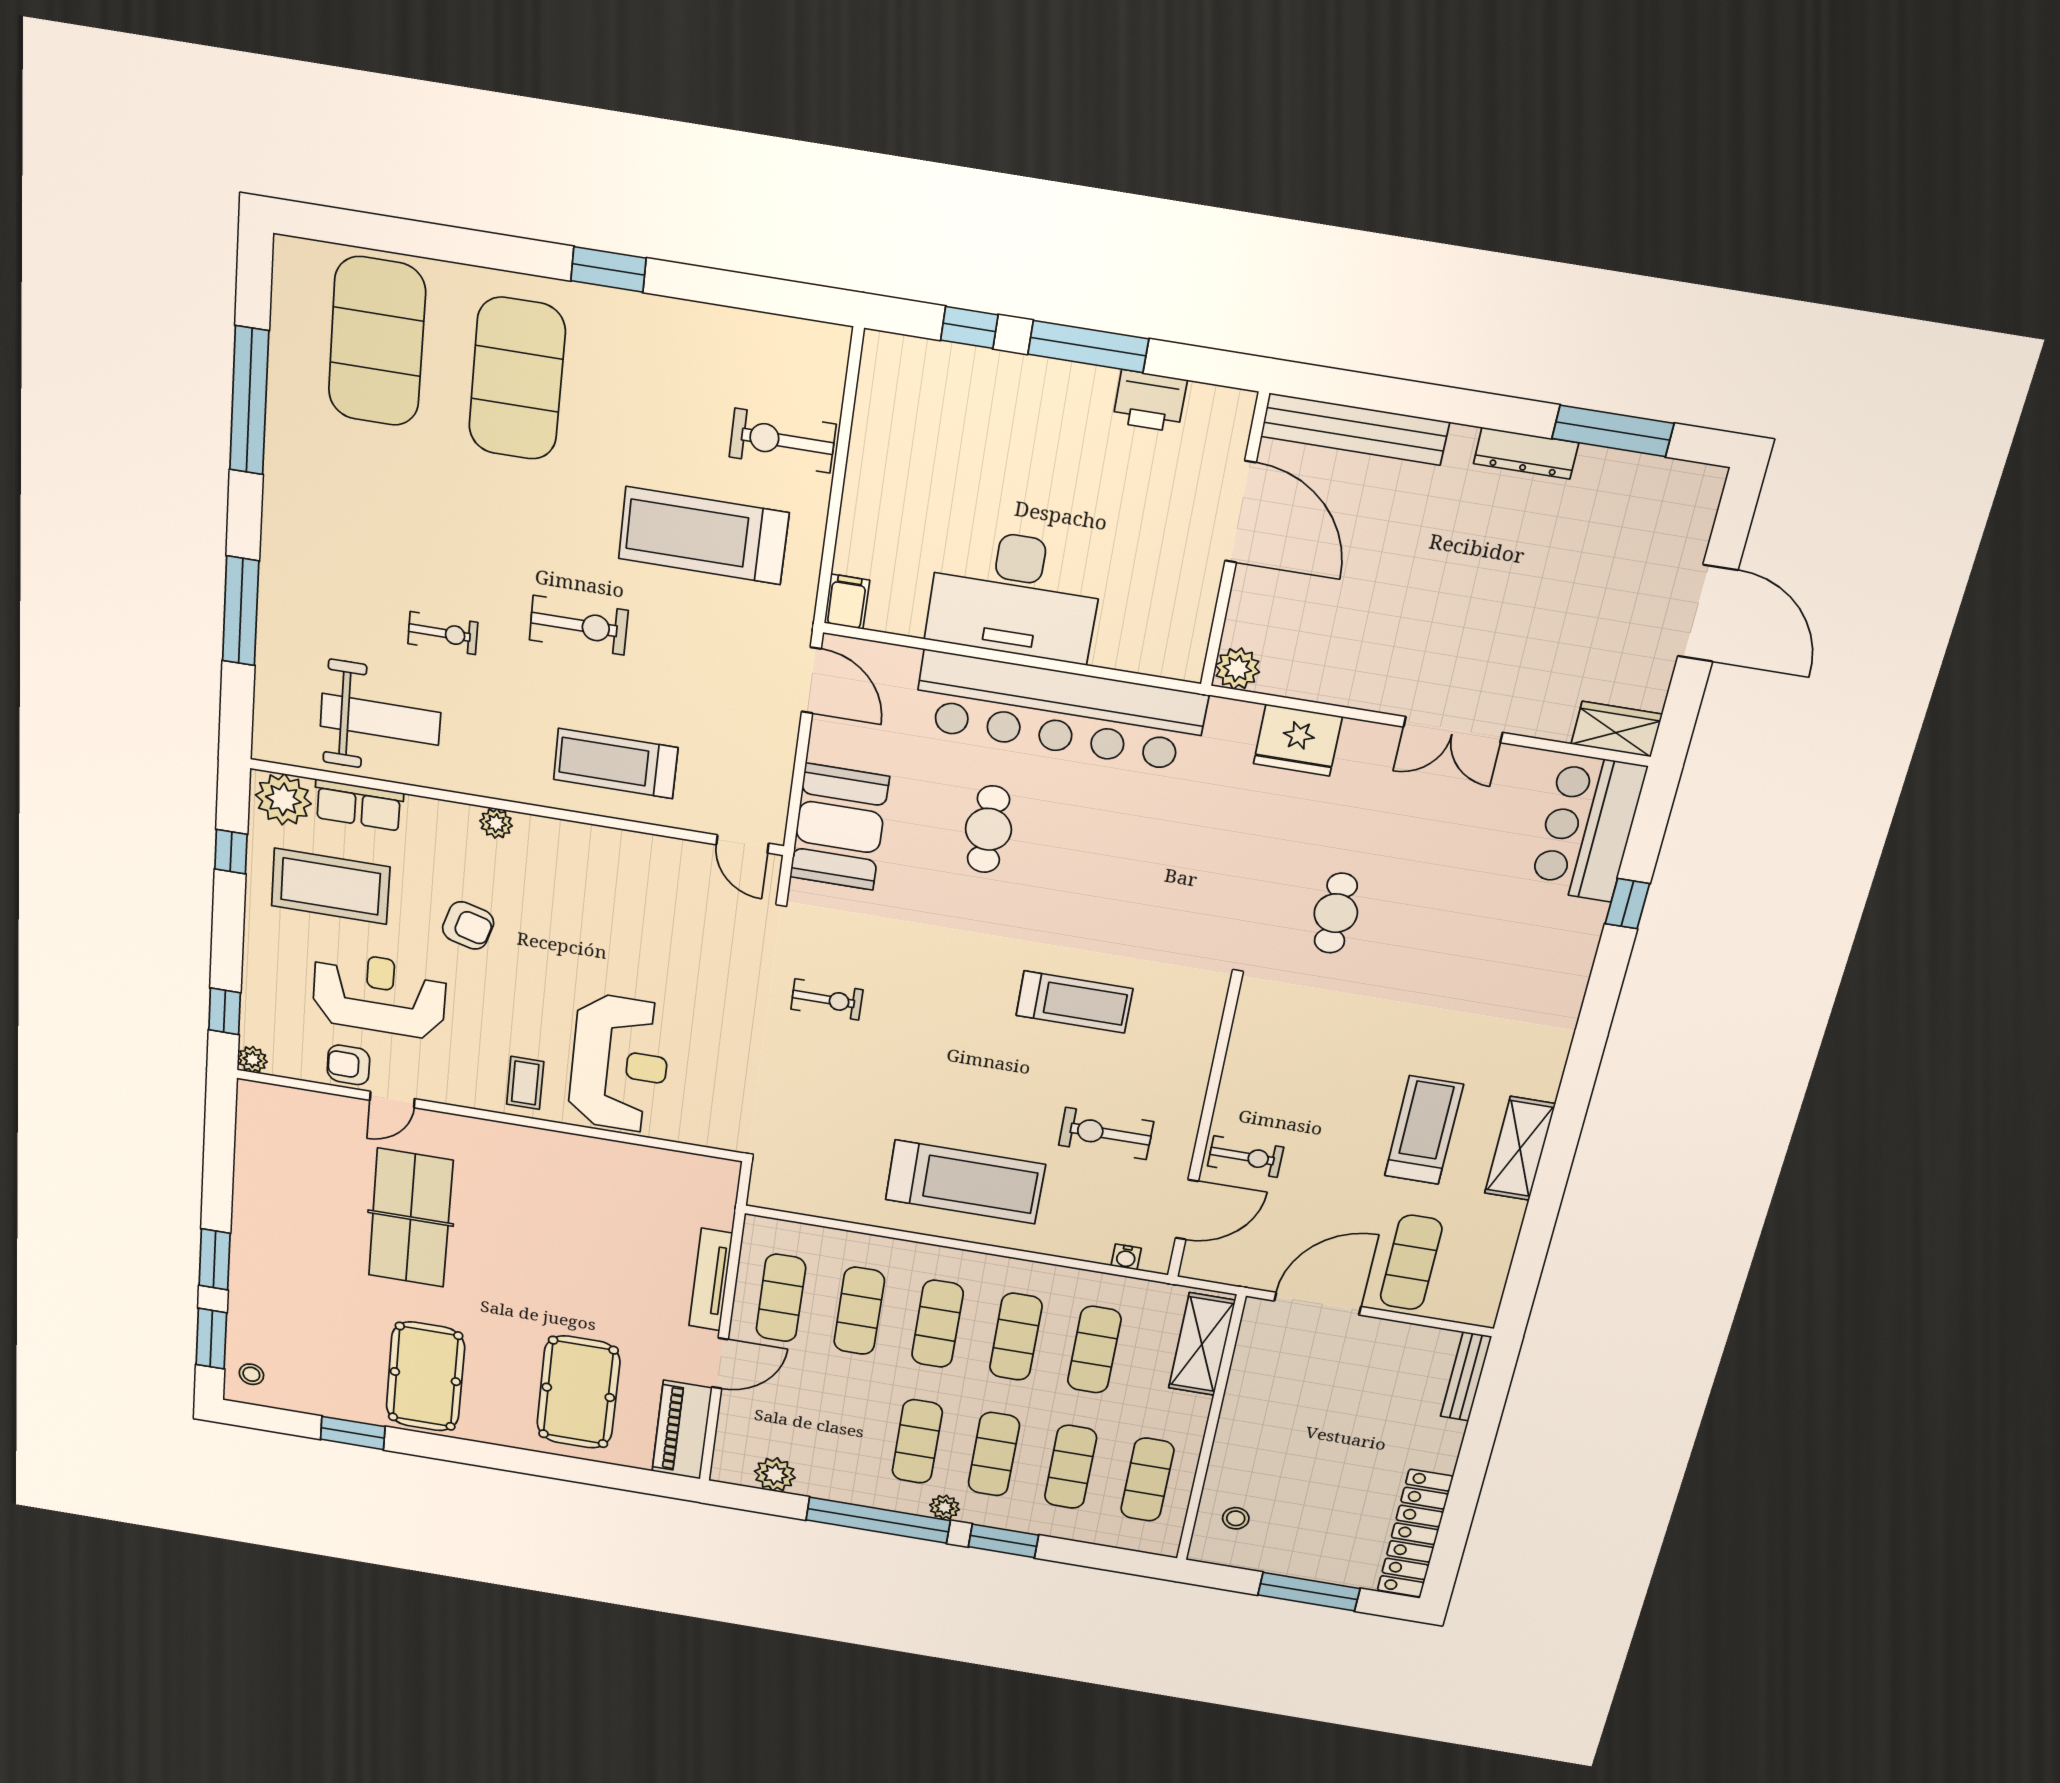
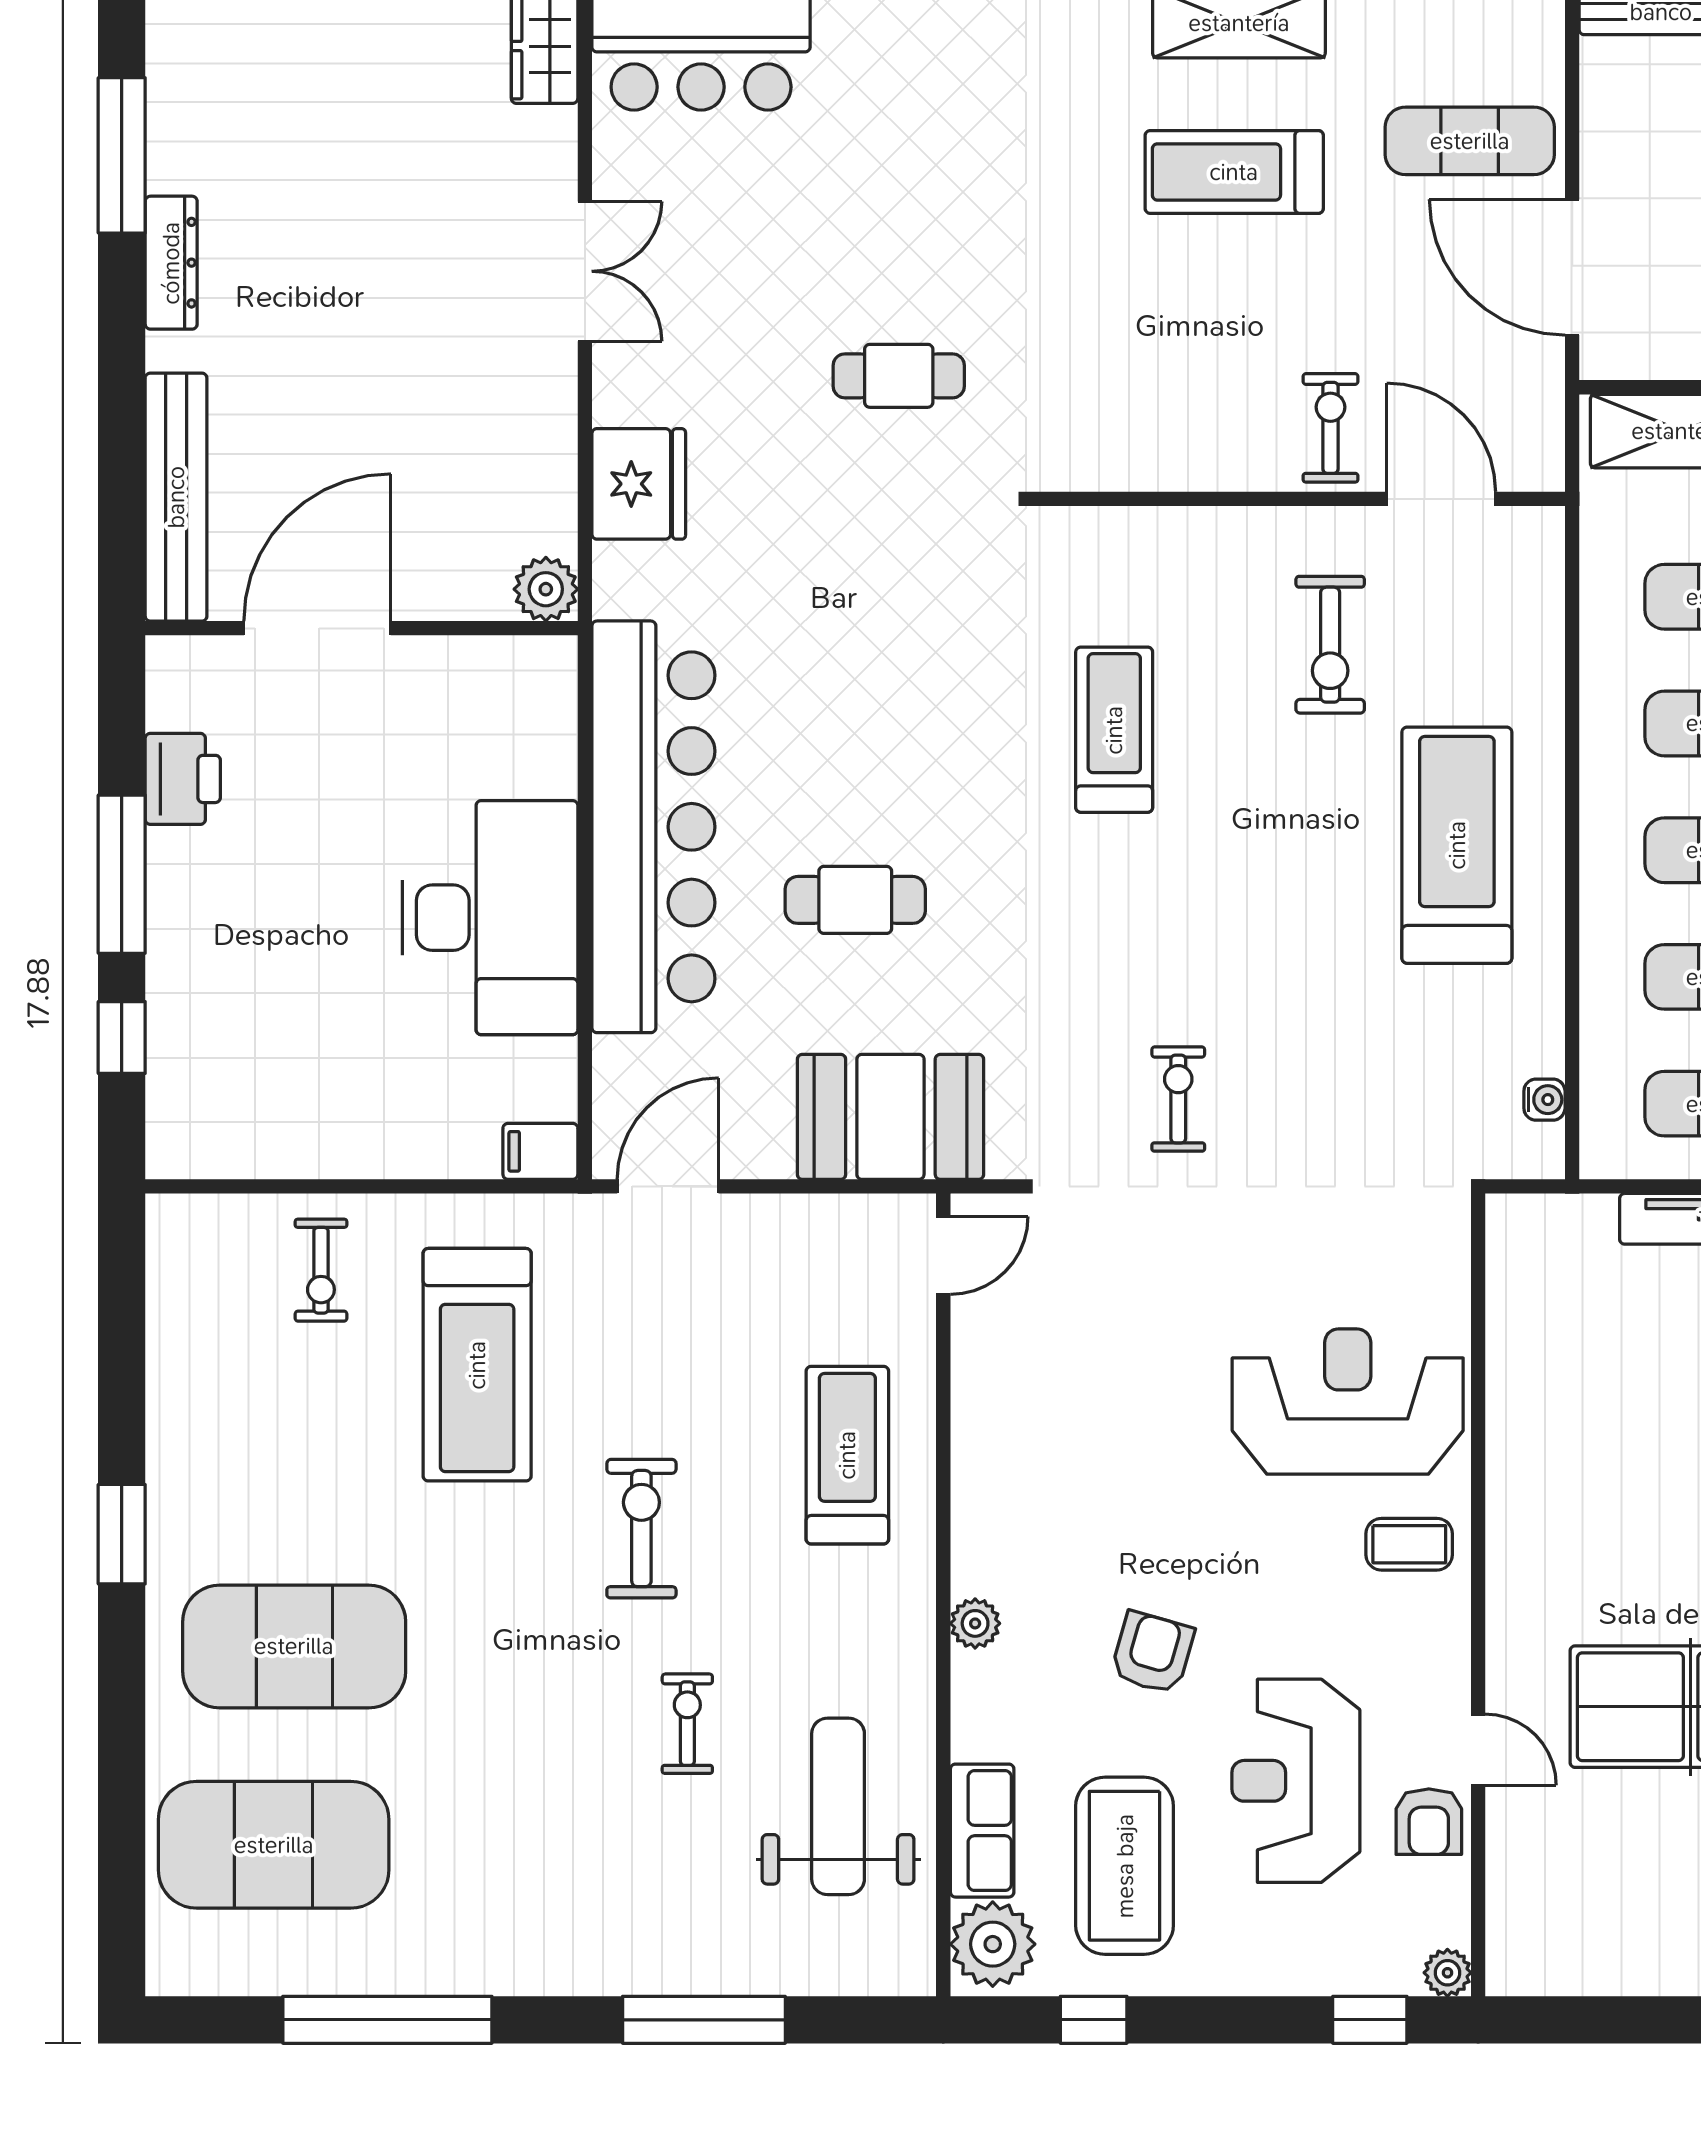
exercise bike: (783, 441) -> (321, 1270), width x0.73, depth x0.72
treadmill: (616, 764) -> (847, 1455), turned 180
water cooler: (1126, 1257) -> (1544, 1100), moved

